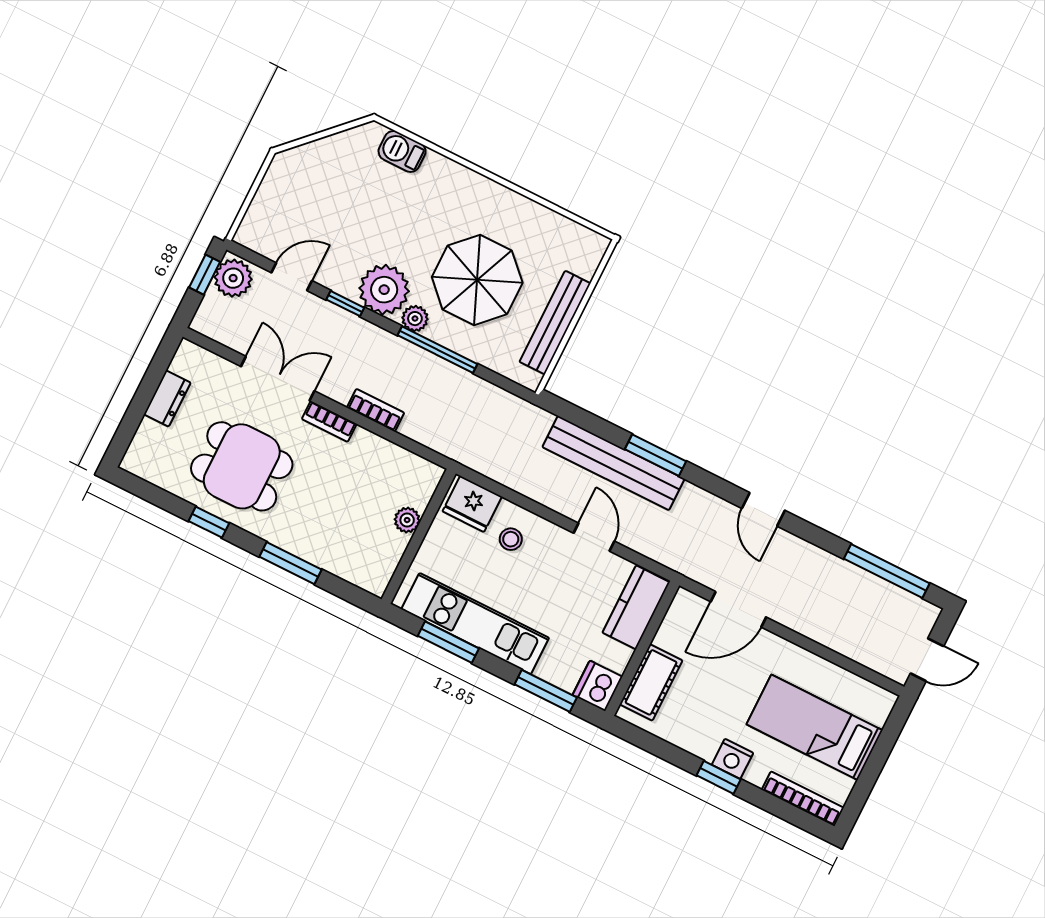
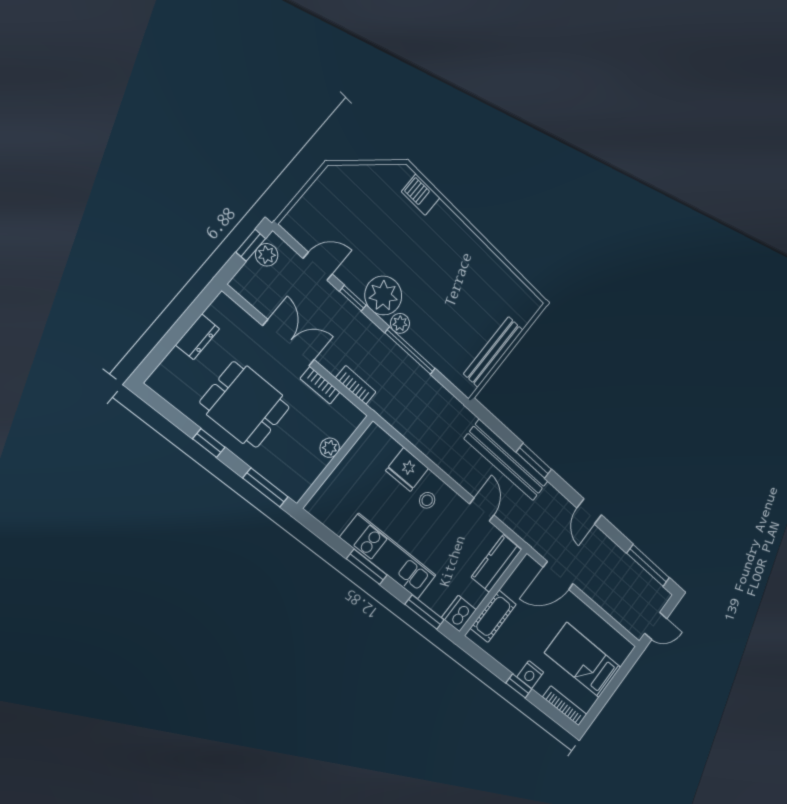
plant: (233, 278) -> (267, 255), width x0.73, depth x0.73
parasol: (477, 280) -> (449, 307), removed
plant: (407, 520) -> (330, 448), moved
wall: (419, 536) -> (335, 462), moved

